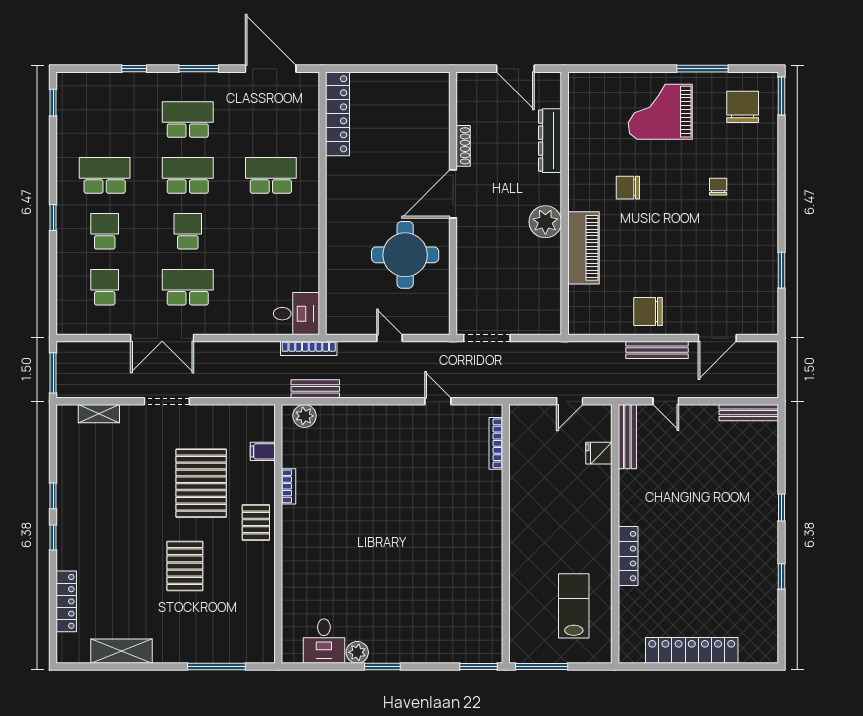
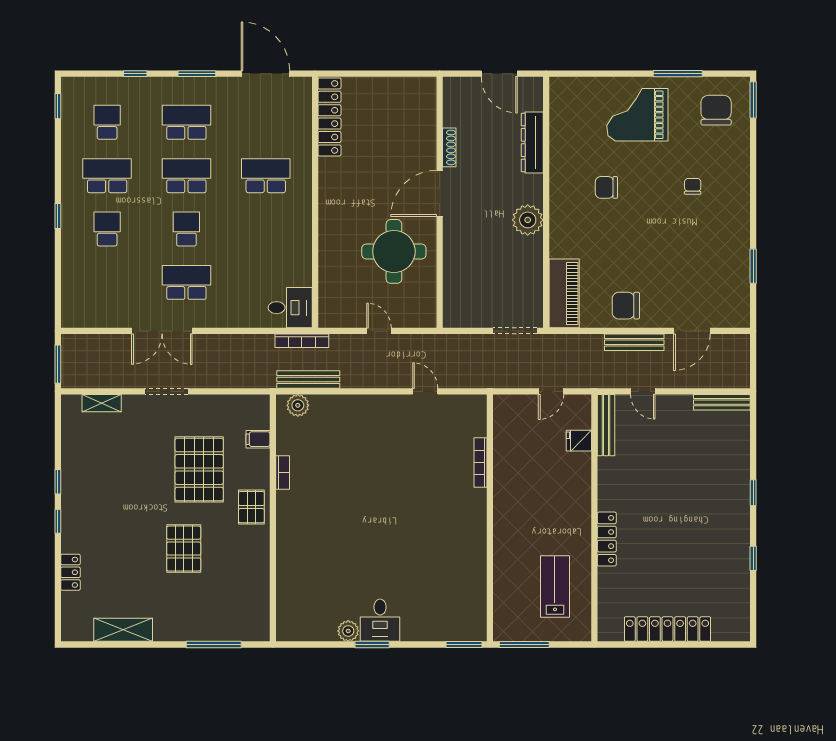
piano: (583, 248) -> (564, 293), moved
school desk: (105, 287) -> (107, 122), moved
doorway: (487, 338) -> (515, 331), moved
bench: (315, 389) -> (308, 379), width x1.36
bookcase: (496, 443) -> (481, 462), moved
locker: (66, 601) -> (70, 572), width x0.66
desk: (324, 641) -> (380, 620), moved

